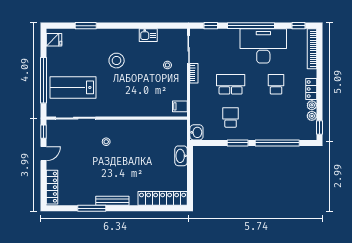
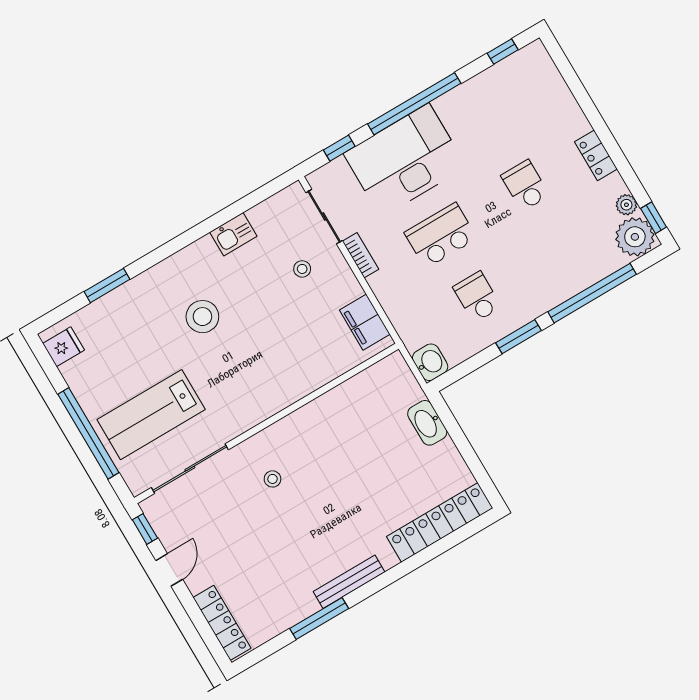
desk: (263, 46) -> (405, 160), moved
bookcase: (312, 49) -> (553, 80), removed
plant: (312, 105) -> (635, 237), moved, width x1.87, depth x1.87
filing cabinet: (180, 106) -> (365, 322), width x2.00

